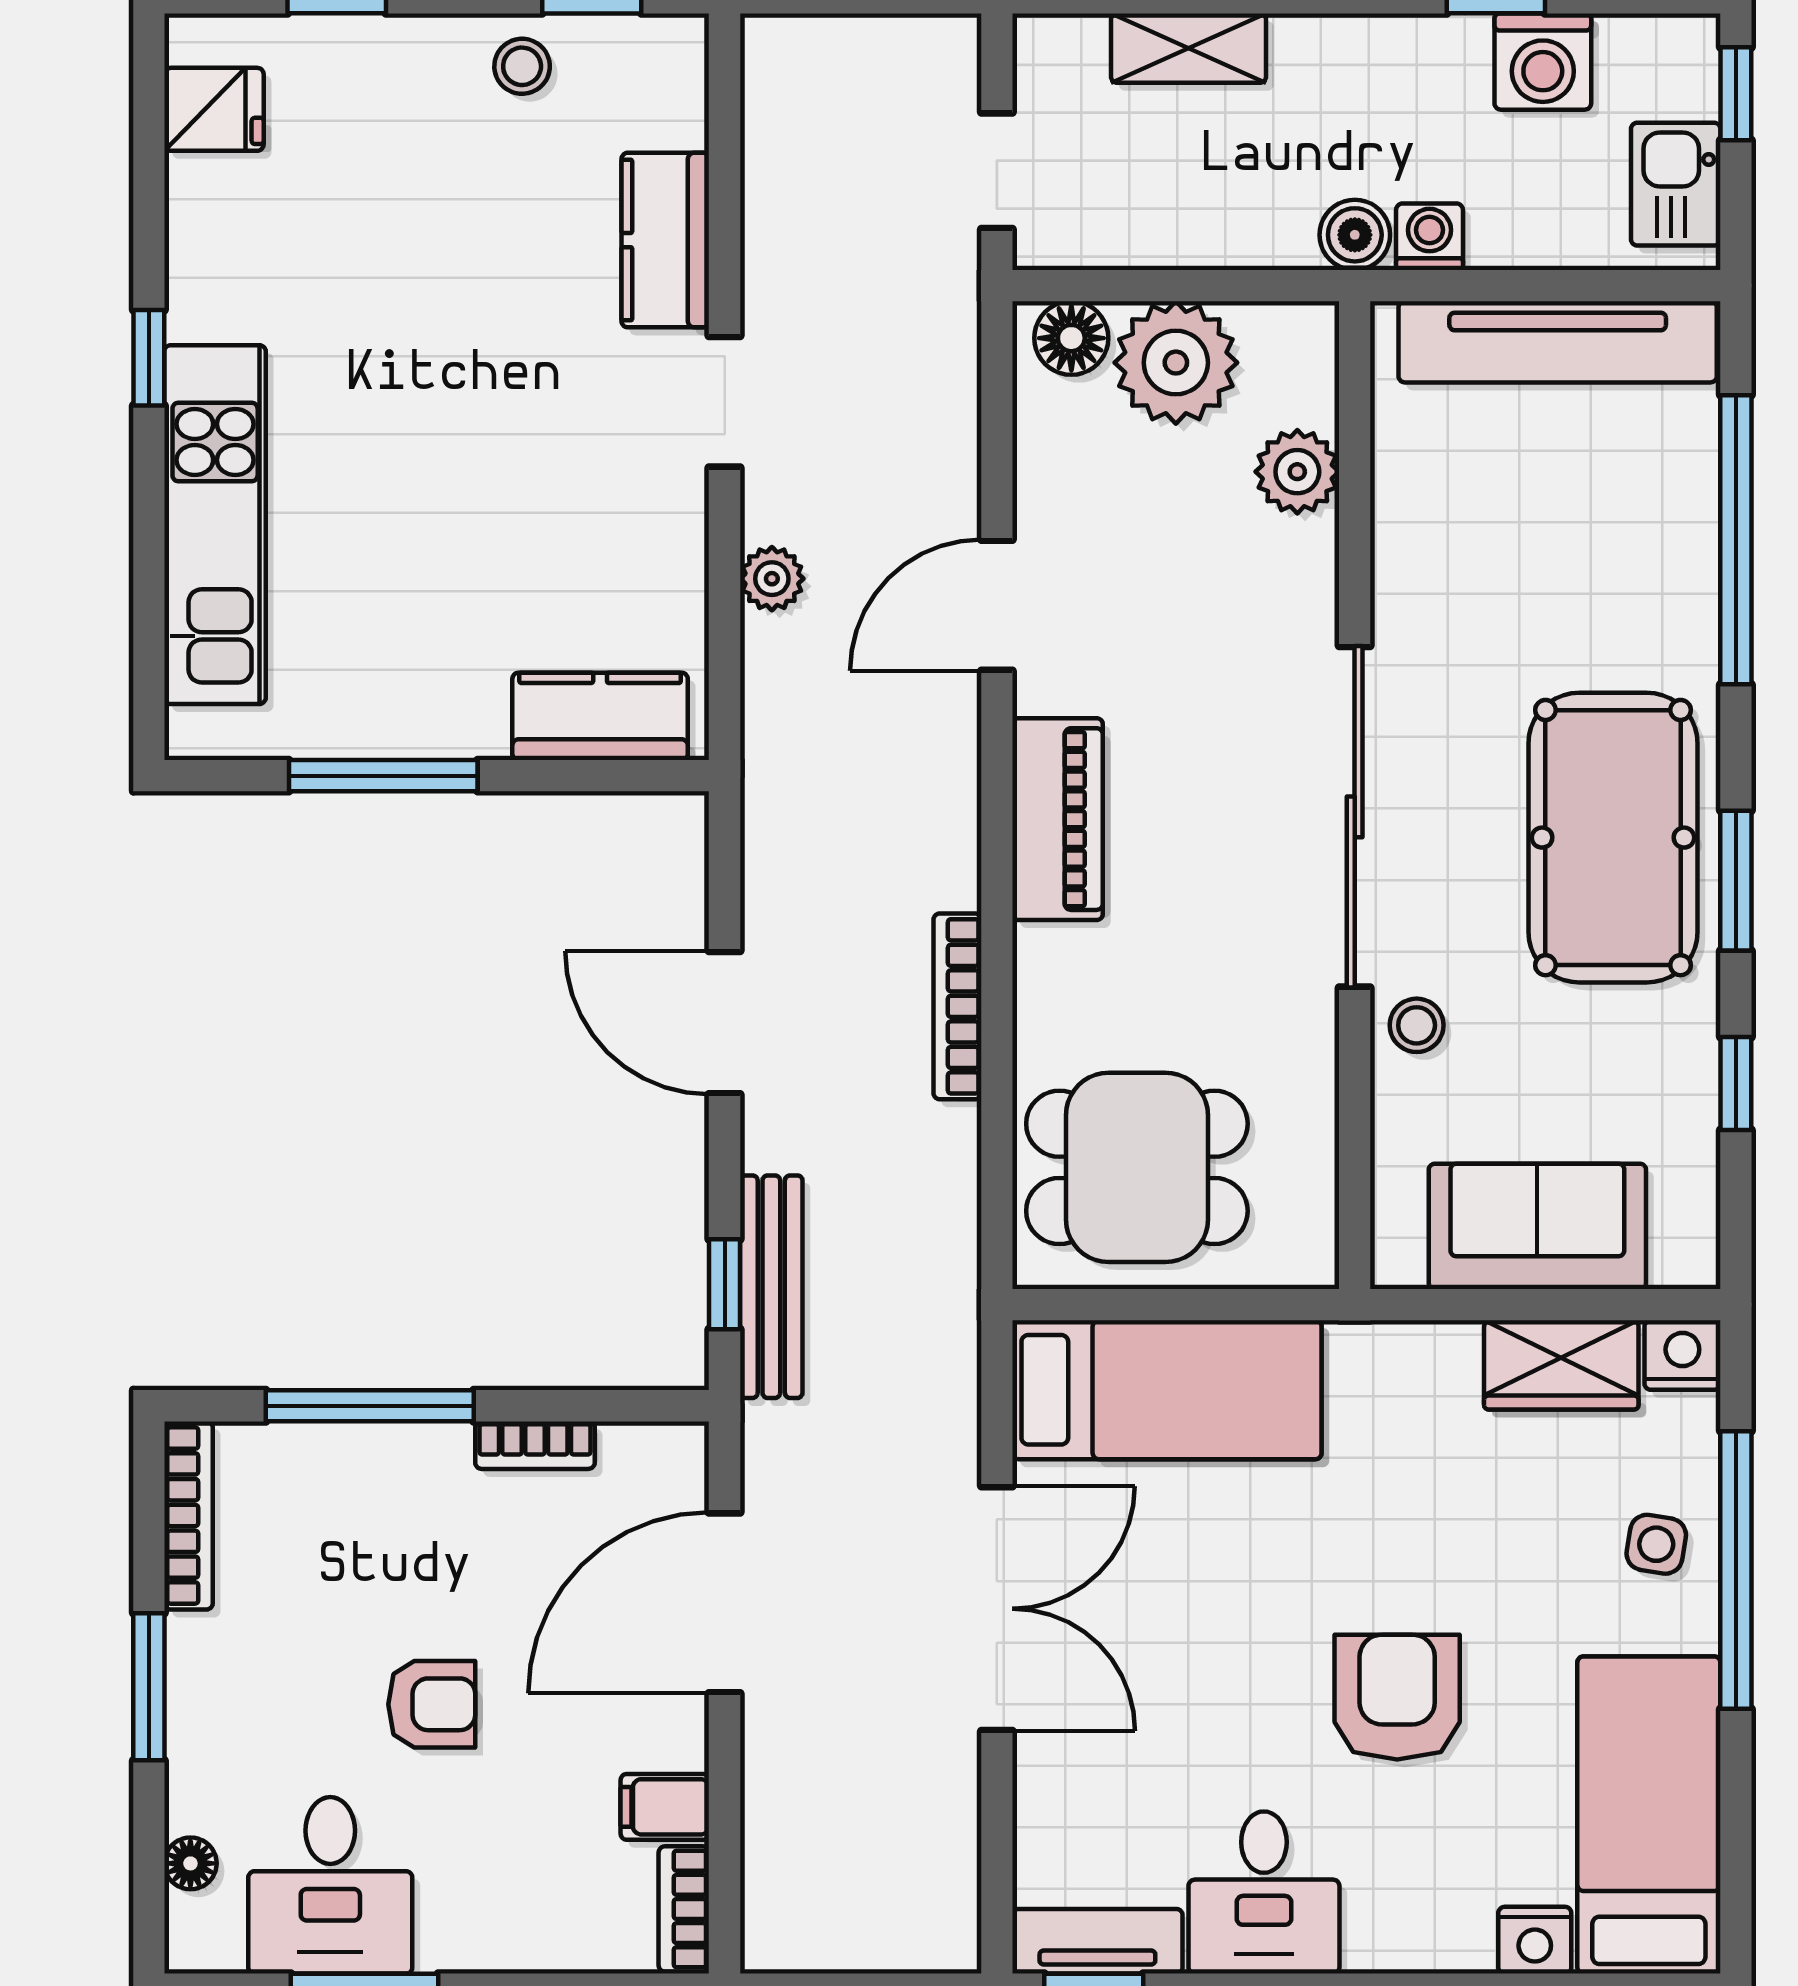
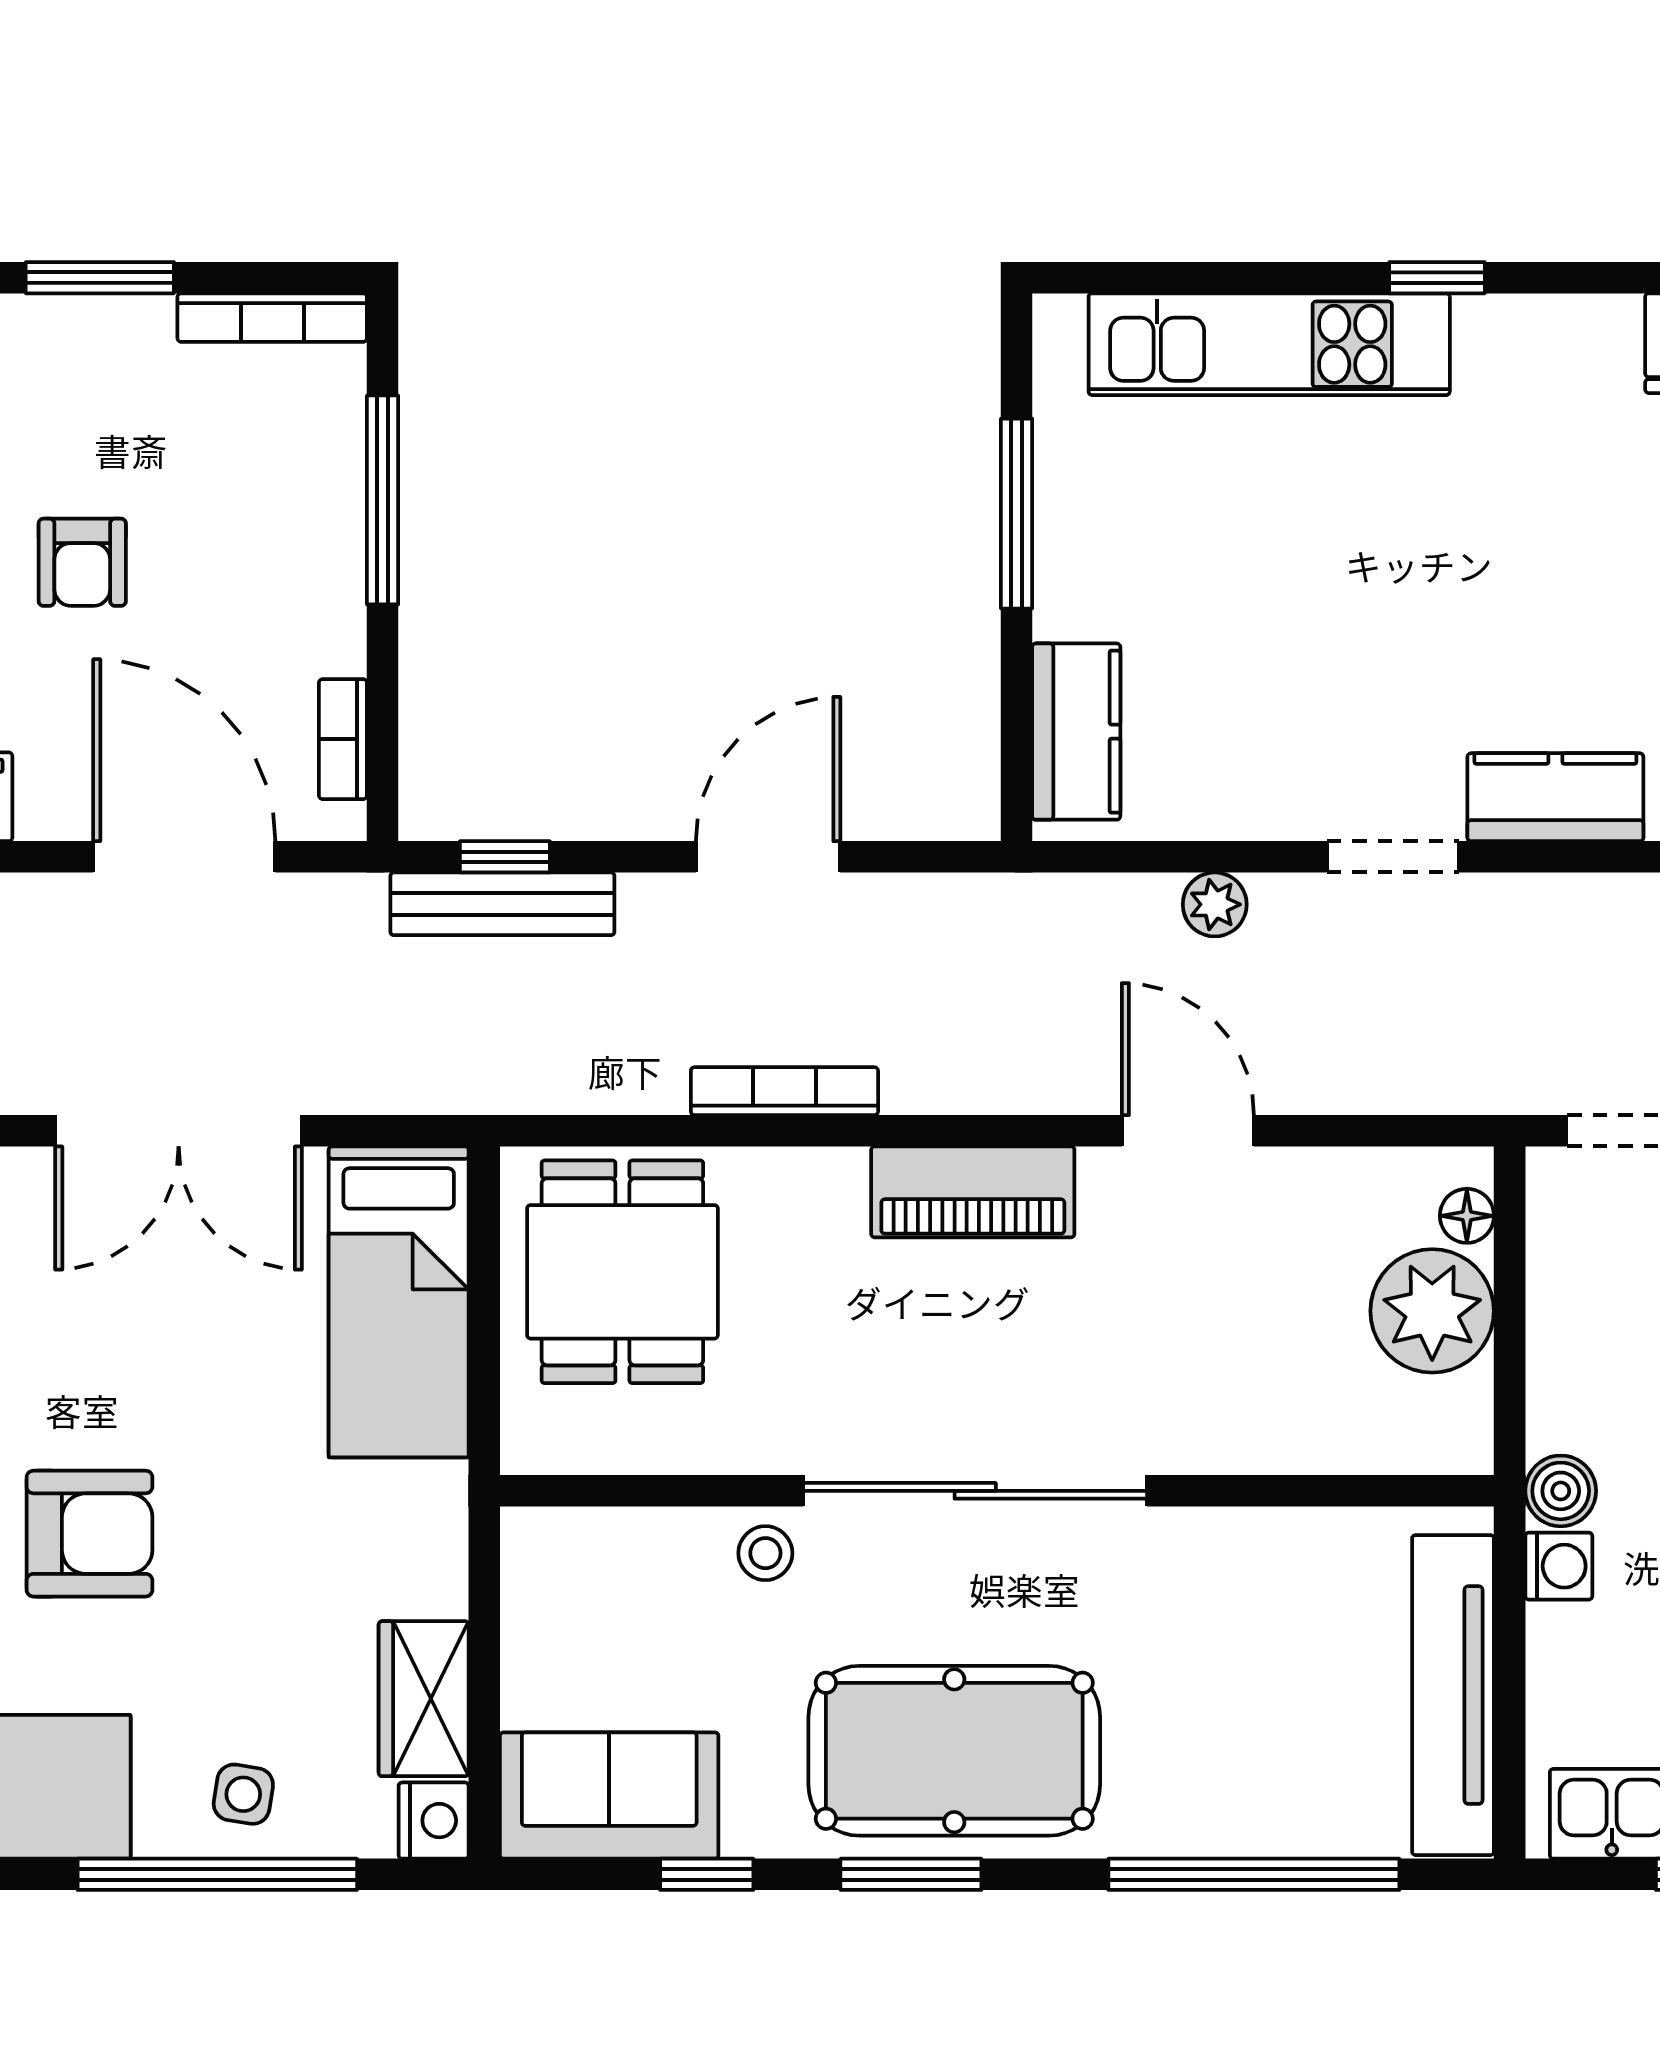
floor lamp: (1071, 338) -> (1467, 1216), width x0.73, depth x0.73
plant: (1297, 472) -> (1322, 1433), removed
sofa: (1537, 1226) -> (609, 1796), moved, turned -90
bookcase: (535, 1445) -> (343, 739), moved

